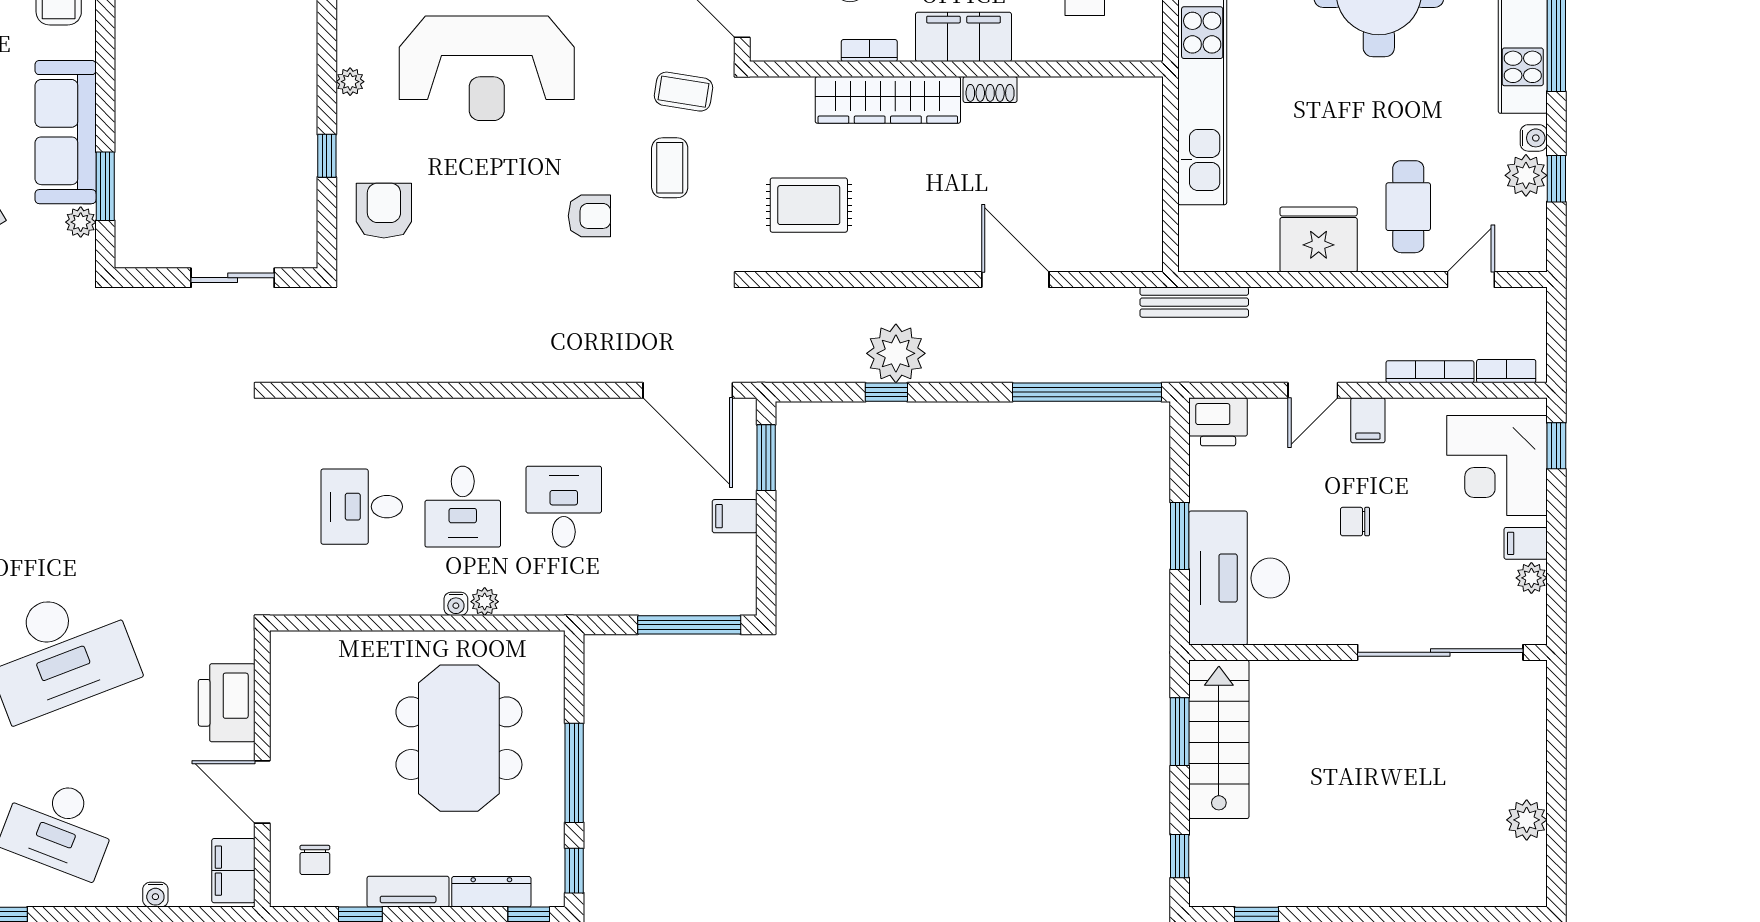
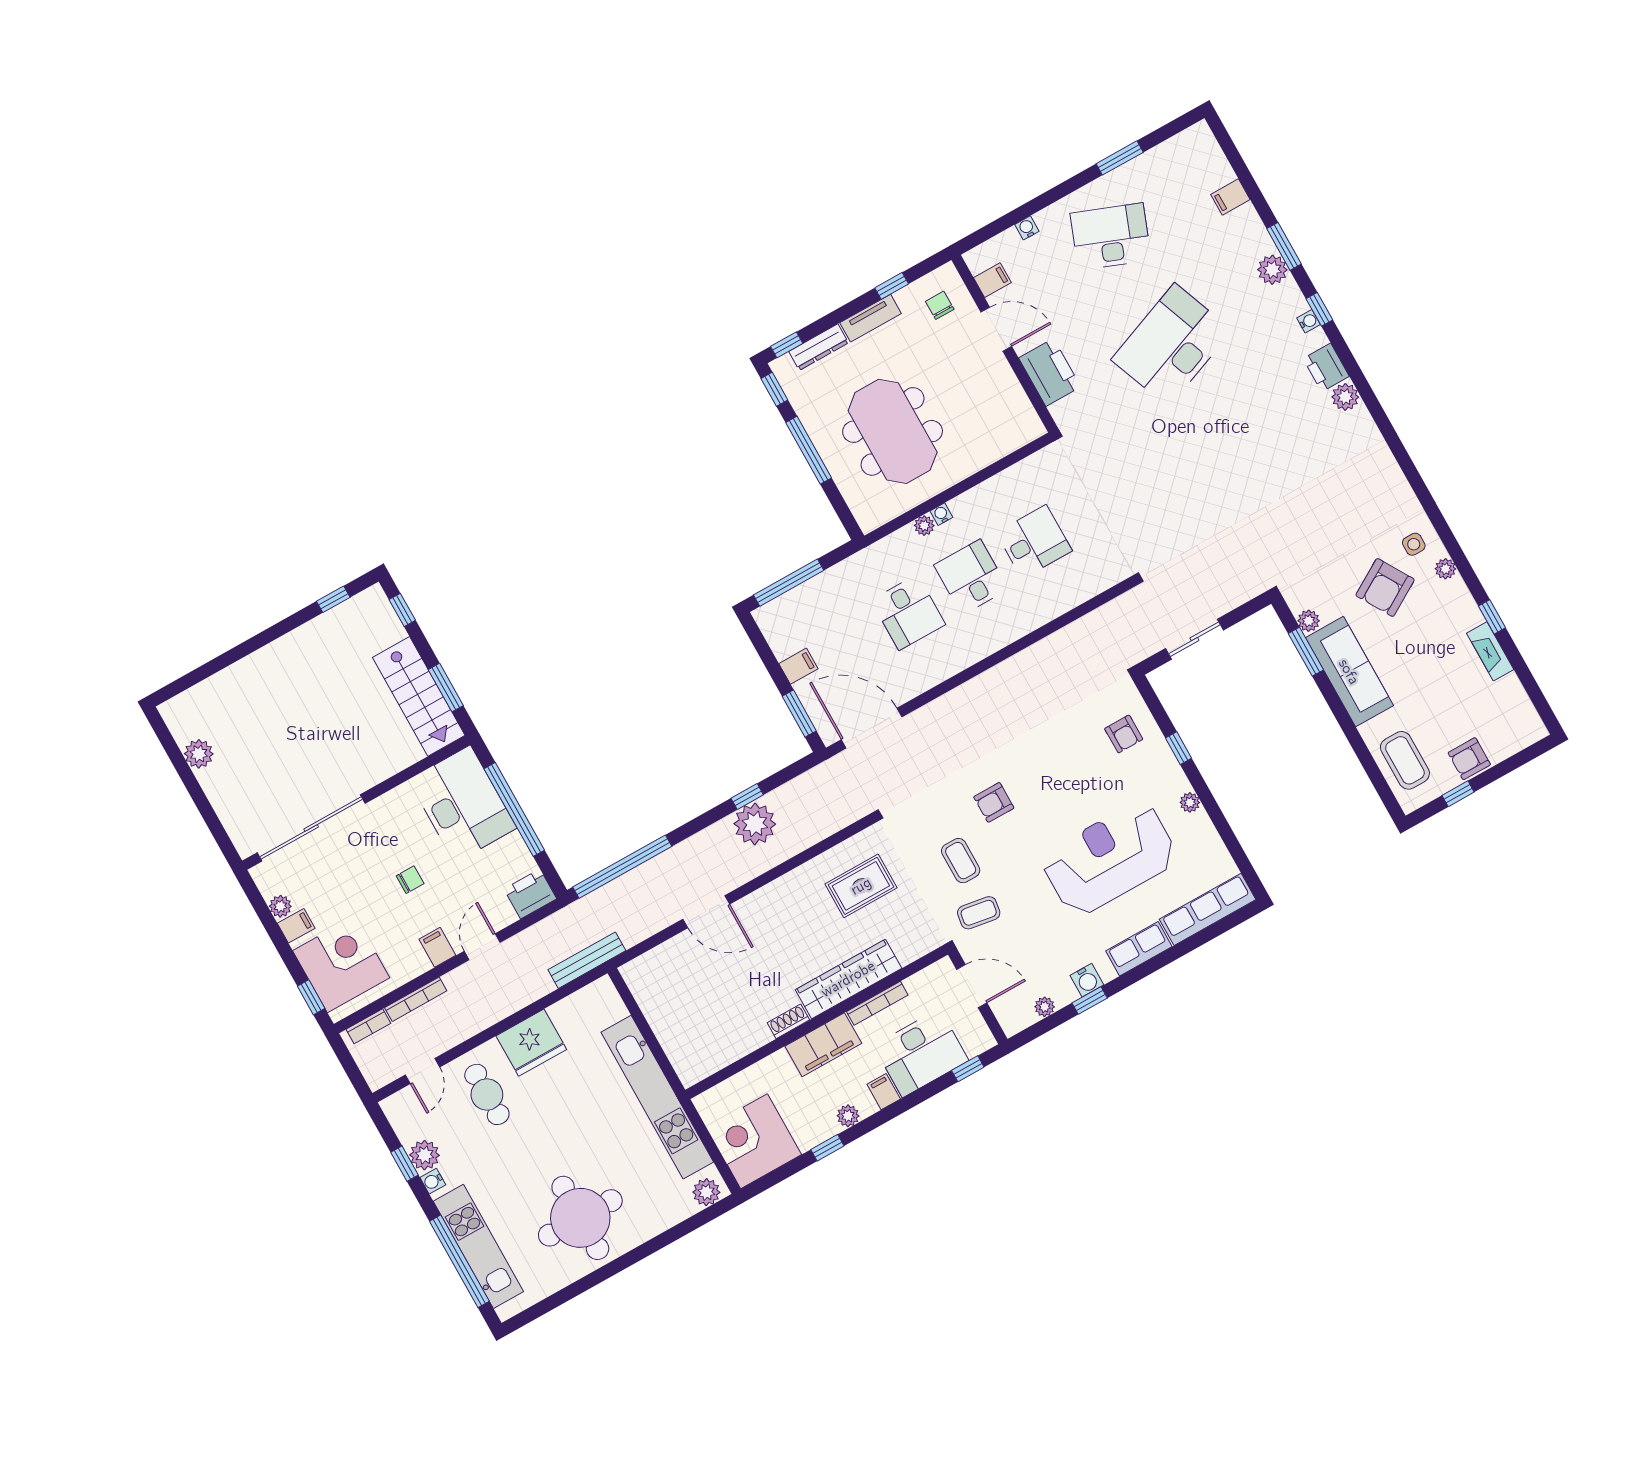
bookcase: (869, 51) -> (877, 1003), width x1.56
armchair: (384, 211) -> (1124, 734), width x0.72, depth x0.72
window: (1180, 536) -> (514, 809), width x2.11
filing cabinet: (233, 871) -> (992, 280), width x0.50

